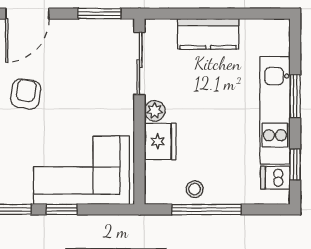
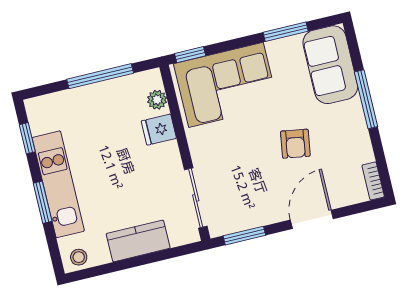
plant: (155, 111) -> (157, 100), moved
fridge: (160, 141) -> (159, 130), width x0.72
dishwasher: (275, 178) -> (43, 122), removed
stool: (195, 189) -> (79, 257), moved
window: (62, 209) -> (190, 55), moved

